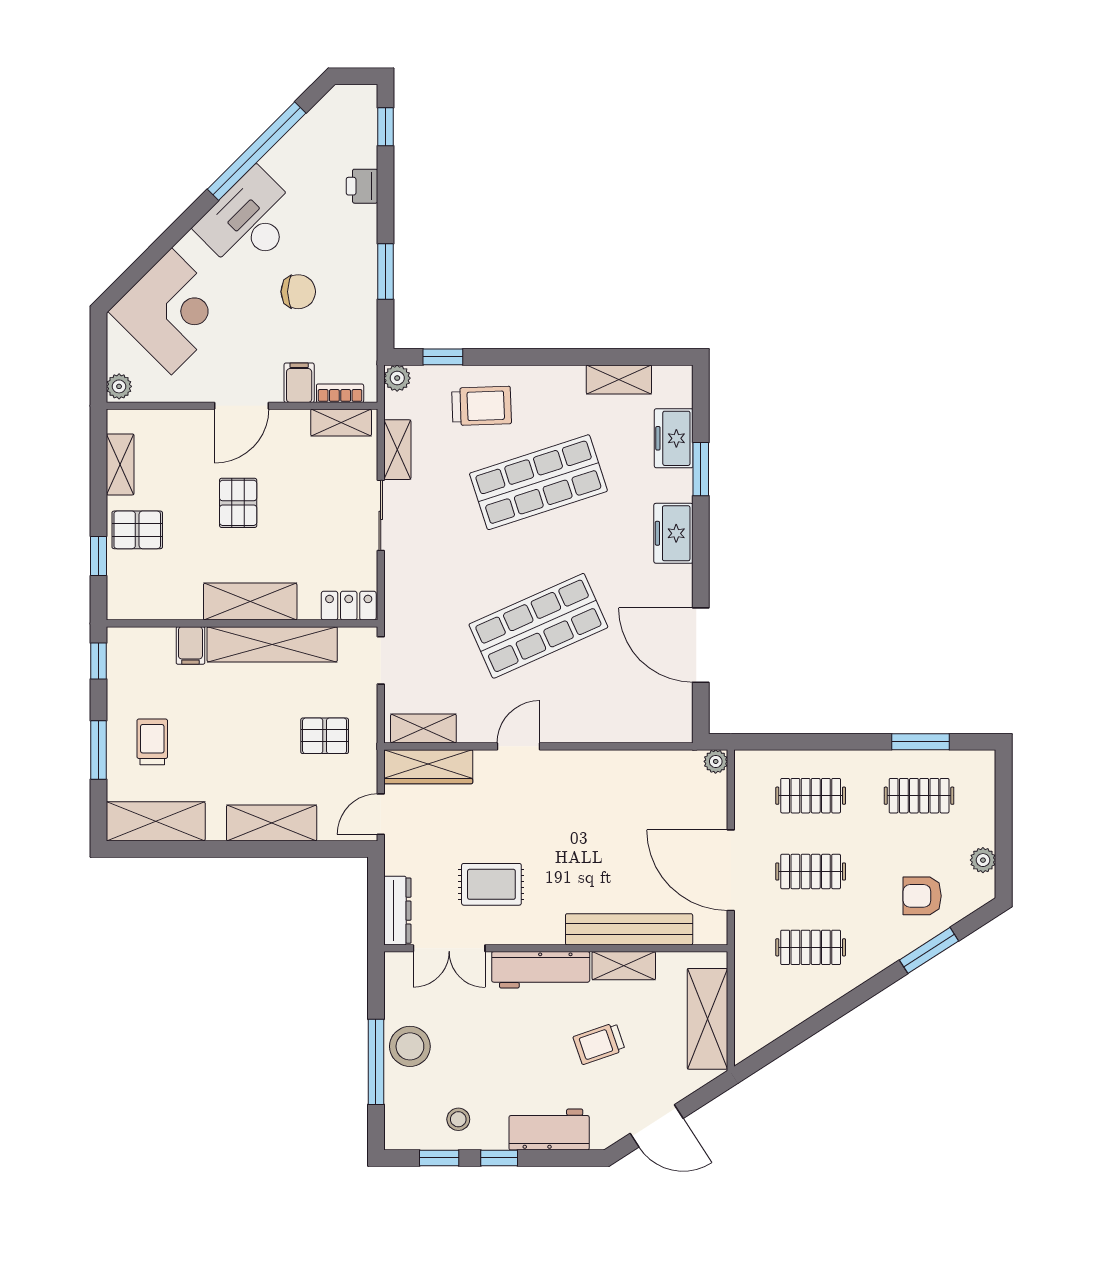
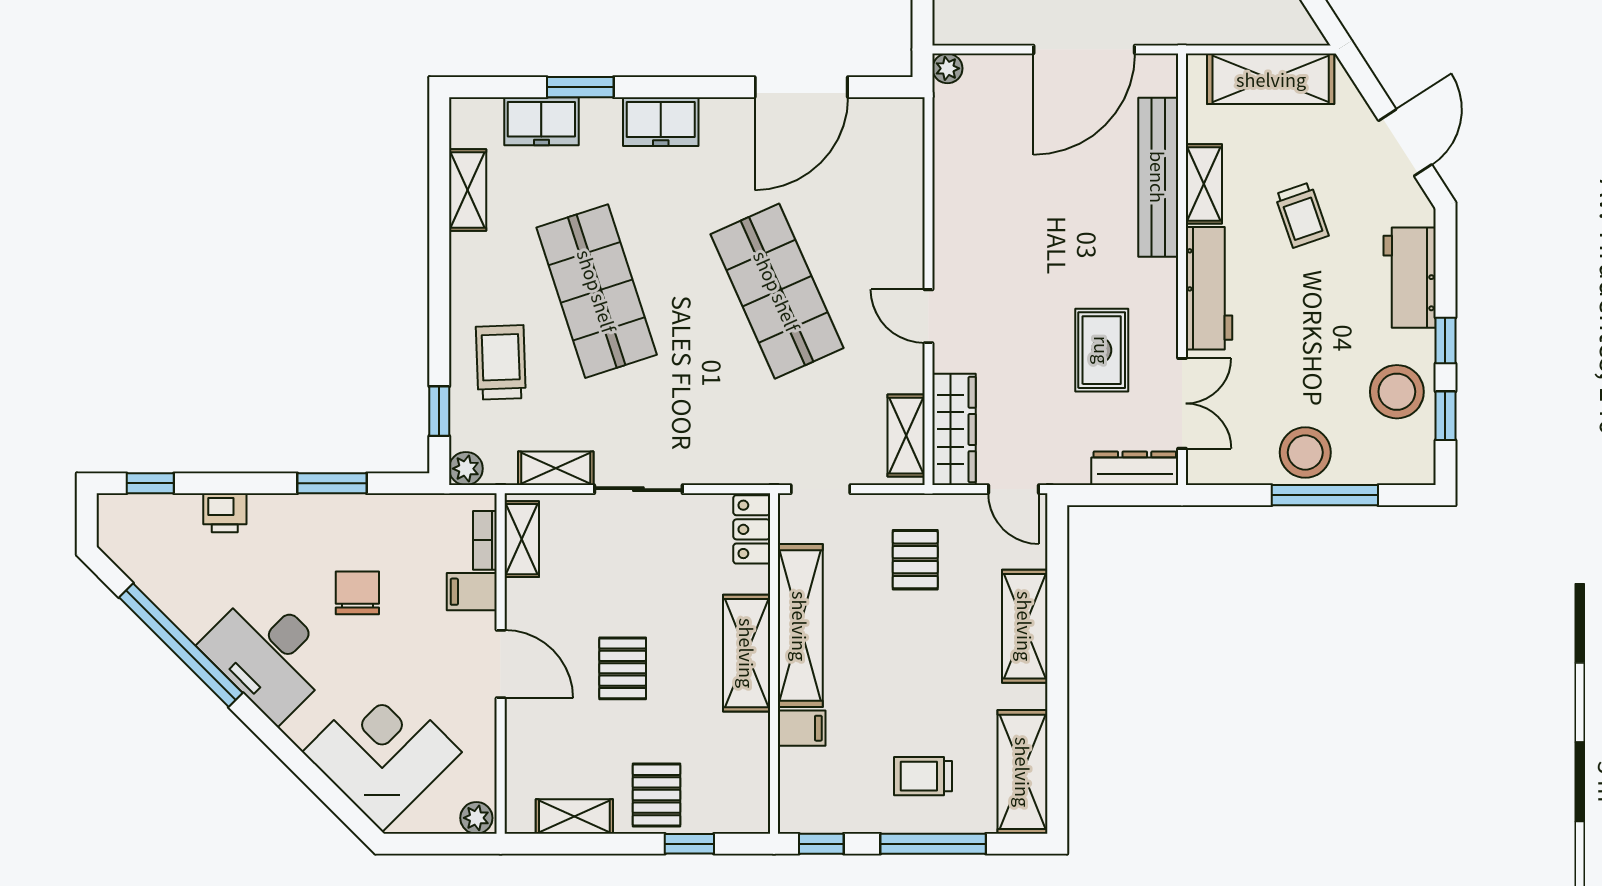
pallet: (238, 503) -> (623, 668), turned 90
window: (98, 750) -> (933, 844), width x1.44
stool: (458, 1119) -> (1397, 392), width x1.89, depth x1.89

